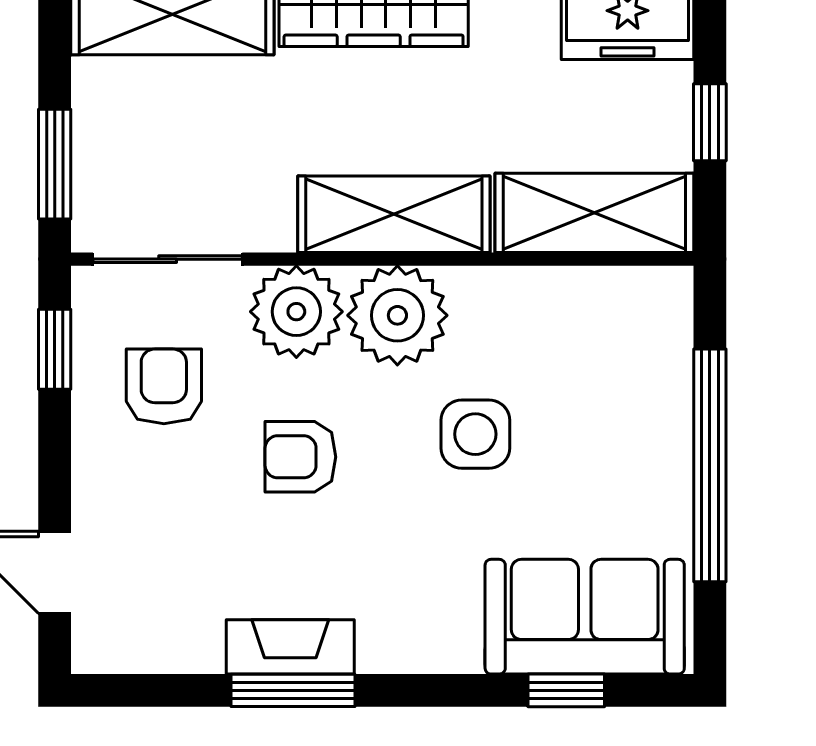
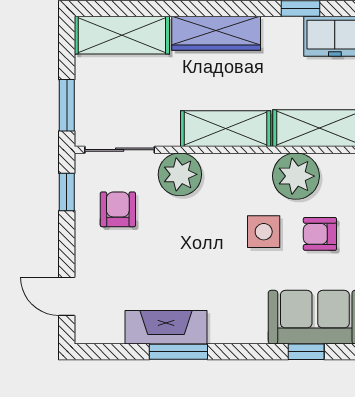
plant: (397, 315) -> (296, 176), moved
armchair: (300, 457) -> (320, 234), moved
fireplace: (290, 647) -> (166, 327), width x1.37, depth x1.32

